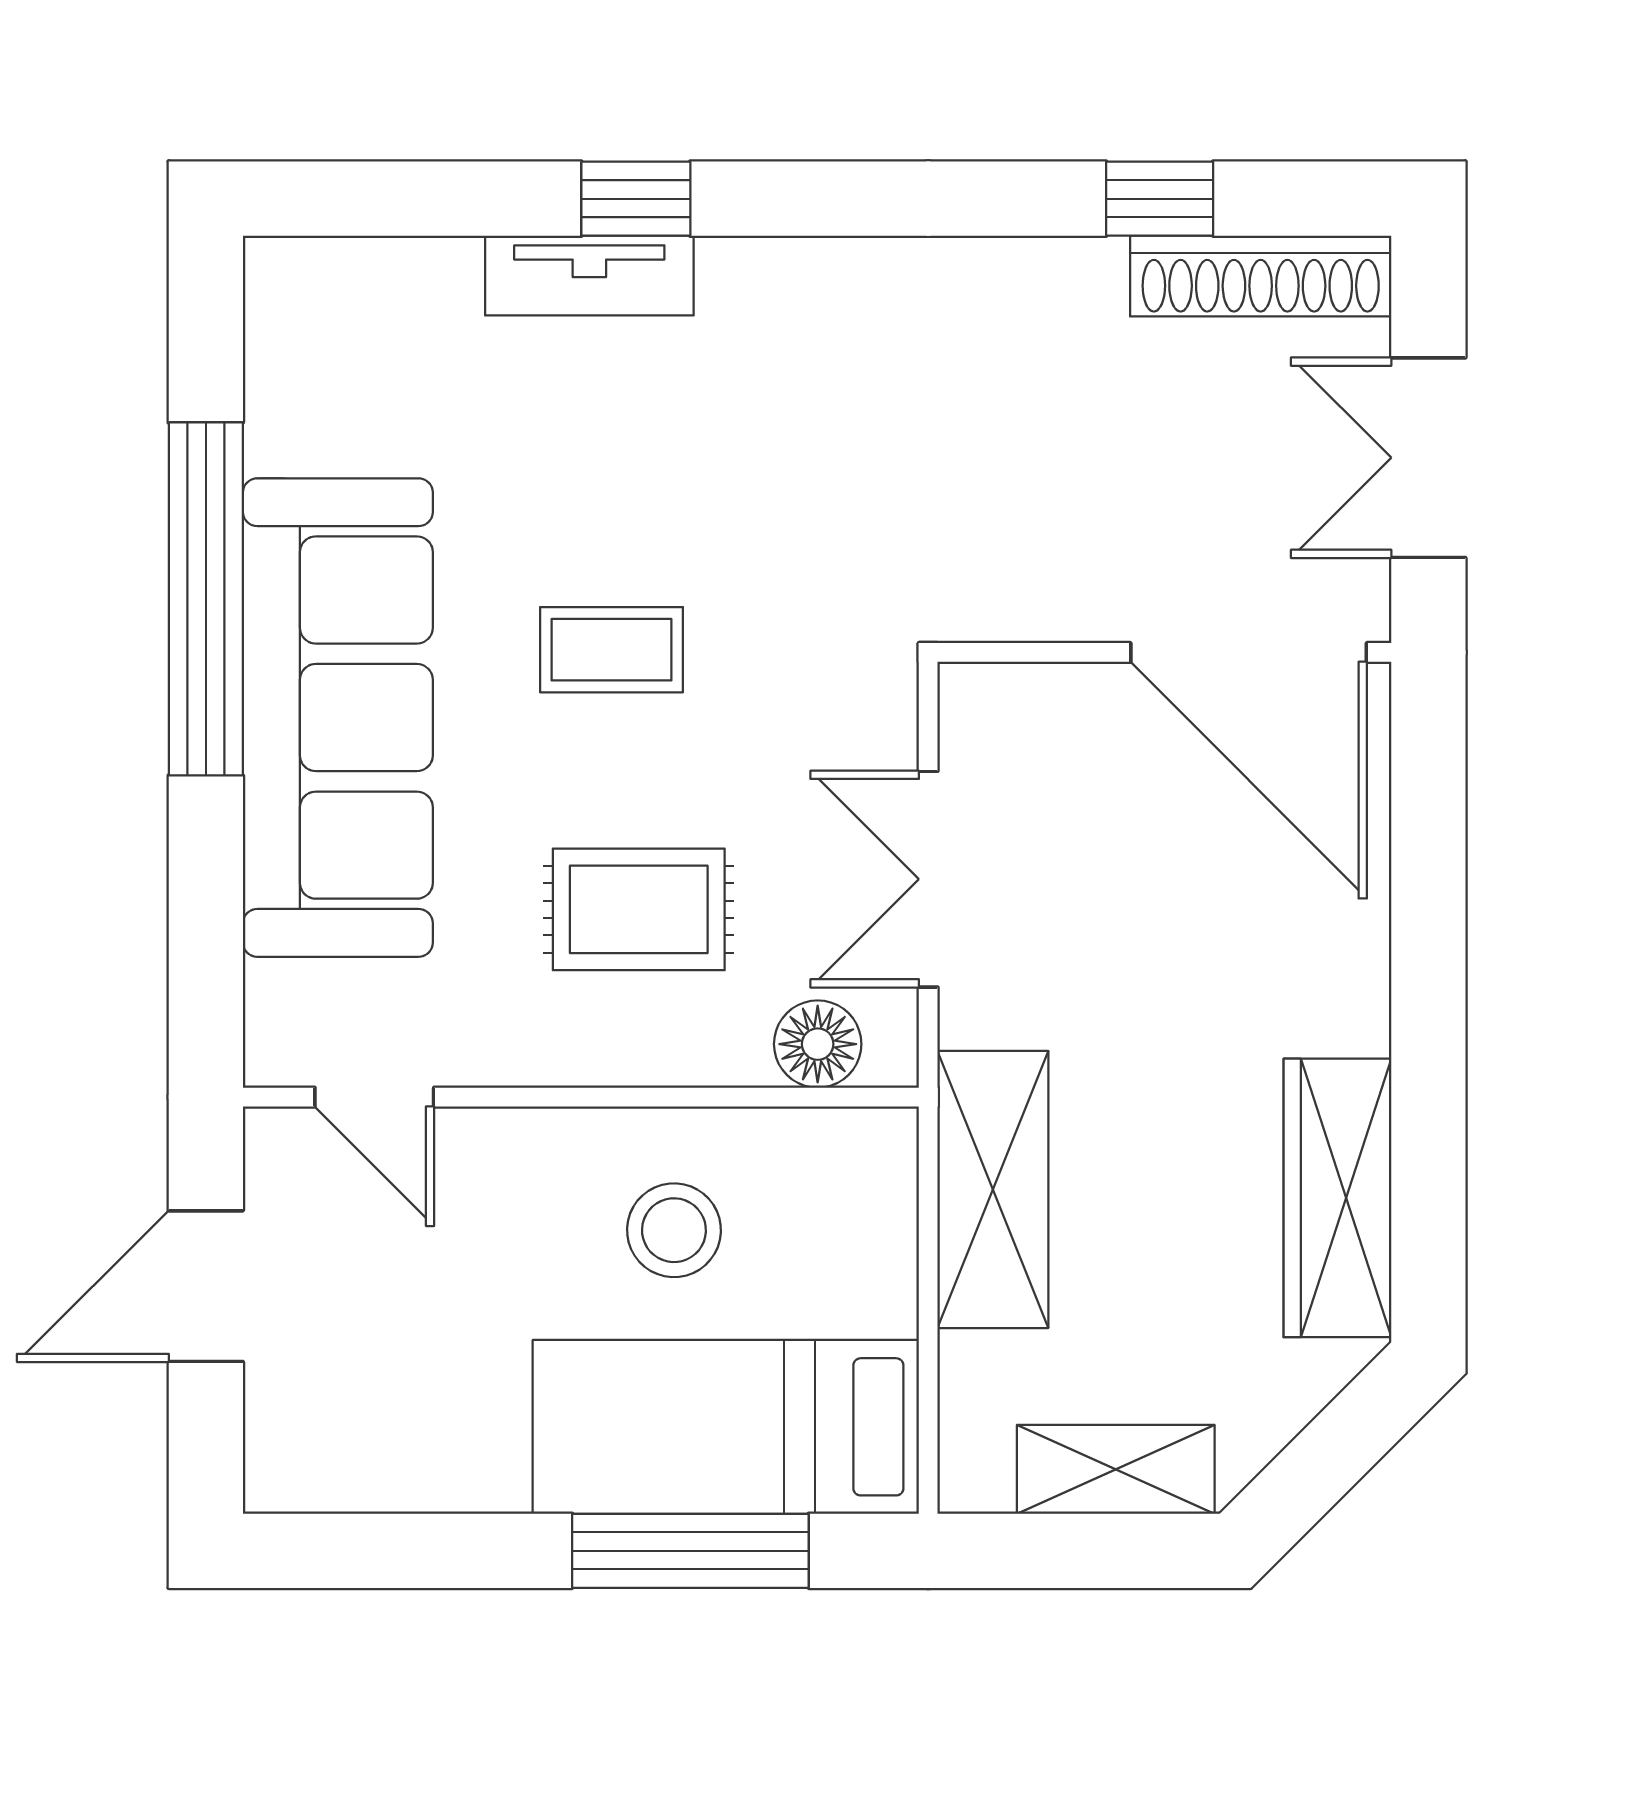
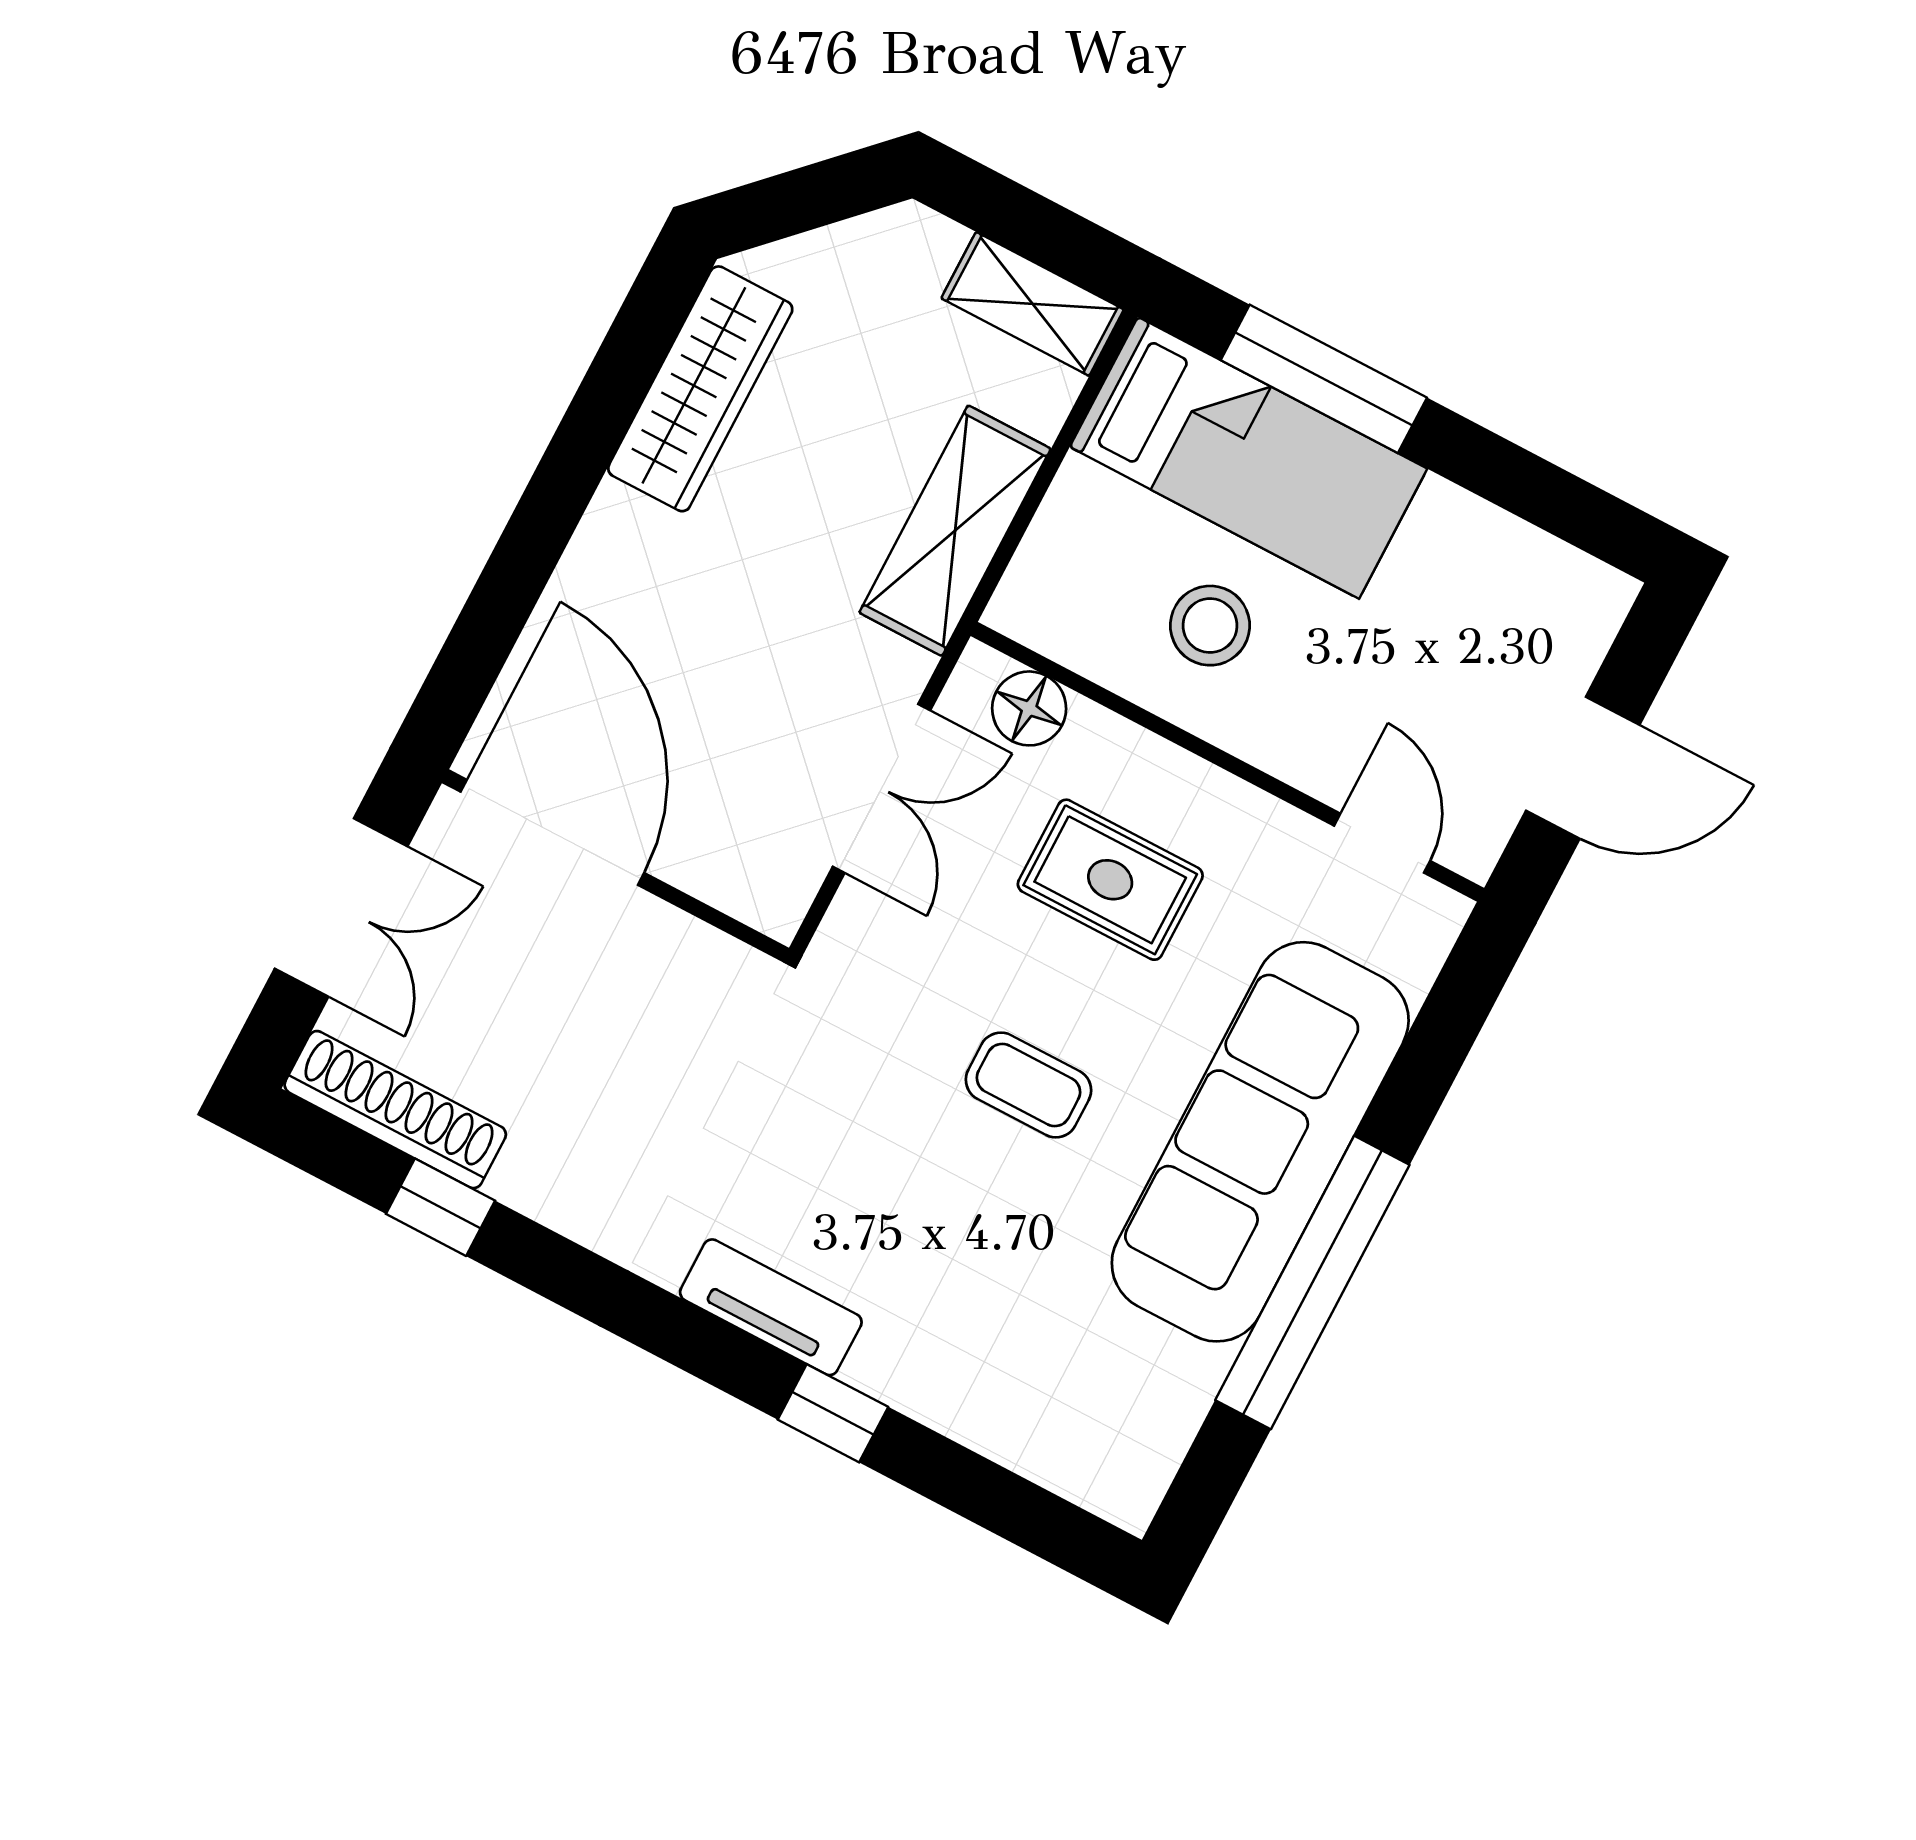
tv unit: (589, 276) -> (771, 1307), moved
shelving: (1116, 1469) -> (1033, 304), moved

